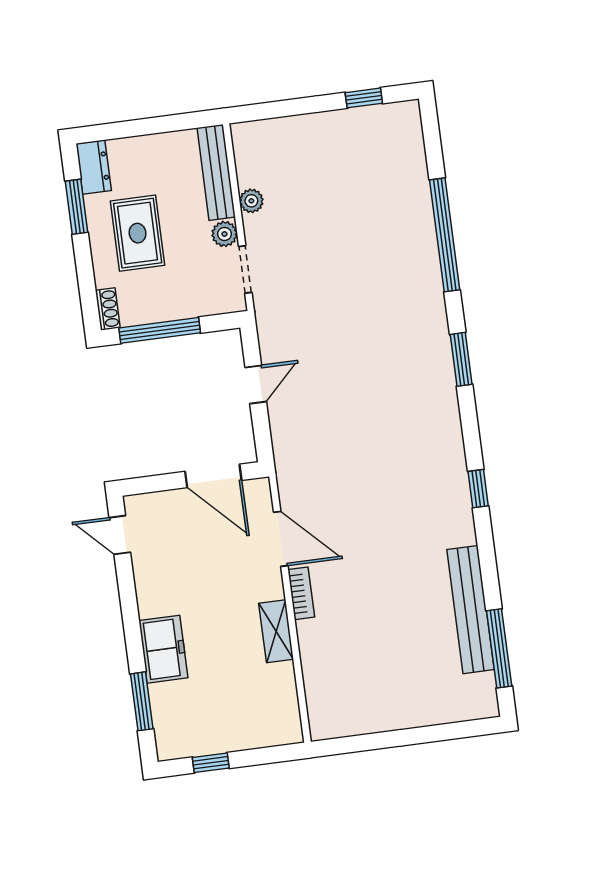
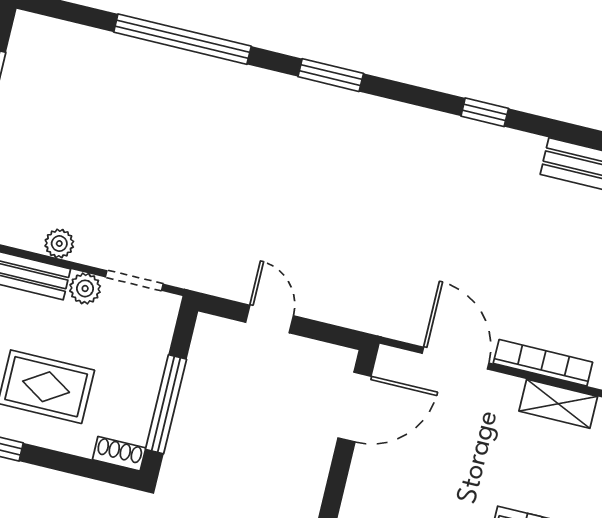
door: (281, 539) -> (455, 358), hinge flipped
bookcase: (301, 593) -> (543, 363), width x1.56

